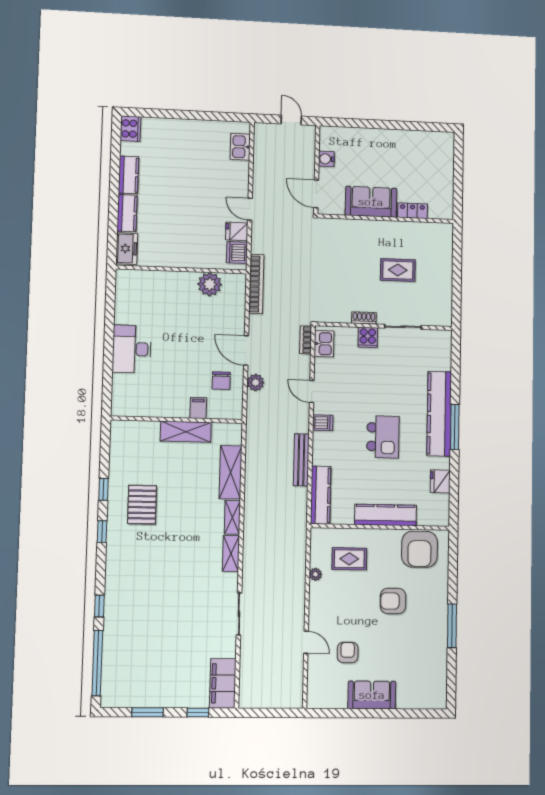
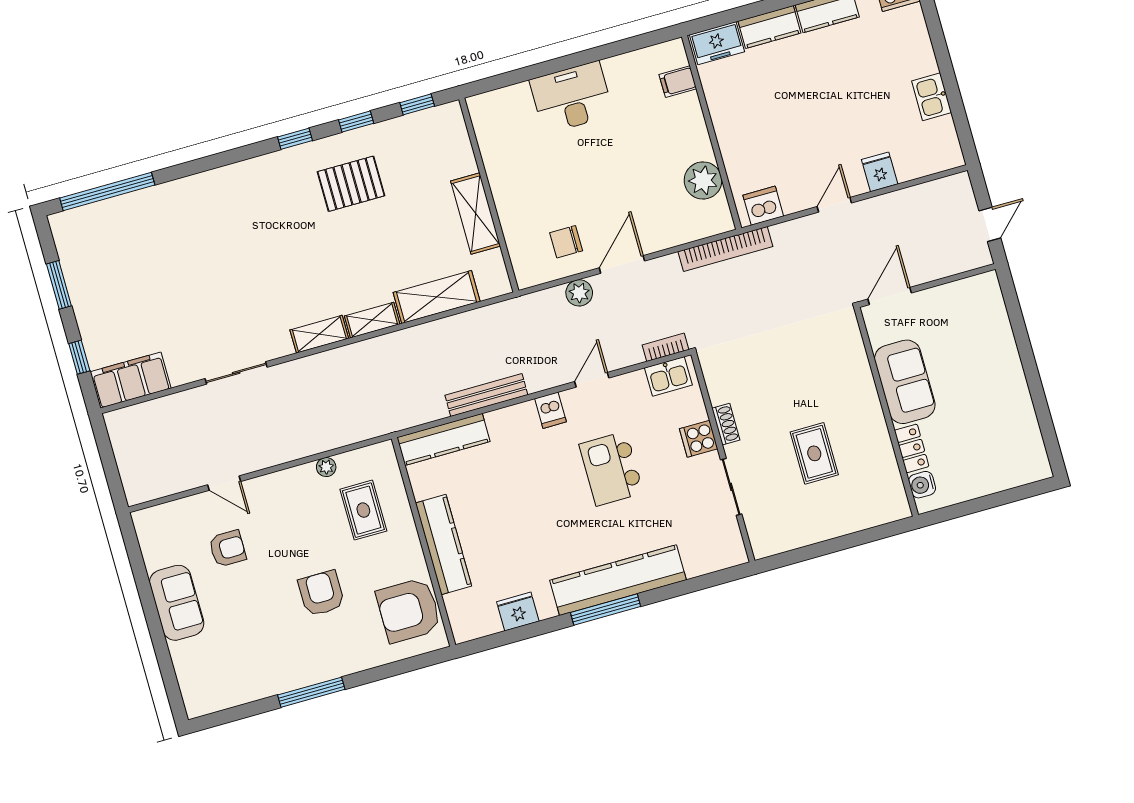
kitchen sink: (240, 147) -> (932, 97), moved, turned -90
water cooler: (326, 159) -> (922, 485), moved, turned -90
fridge: (237, 231) -> (880, 172), moved
filing cabinet: (198, 408) -> (678, 82), moved, turned 180
kitchen island: (383, 437) -> (611, 469), moved, turned 90
window: (99, 606) -> (417, 104), moved
door: (306, 642) -> (224, 483), hinge flipped

